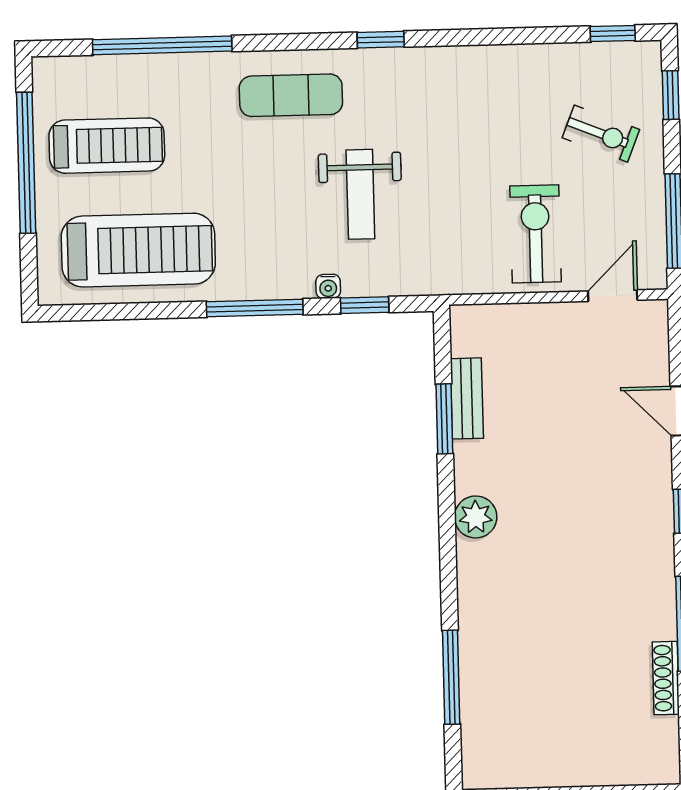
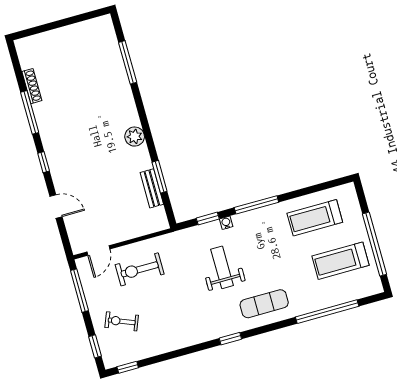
exercise bike: (535, 234) -> (140, 269), turned 90
treadmill: (138, 250) -> (315, 218), width x0.73, depth x0.73

